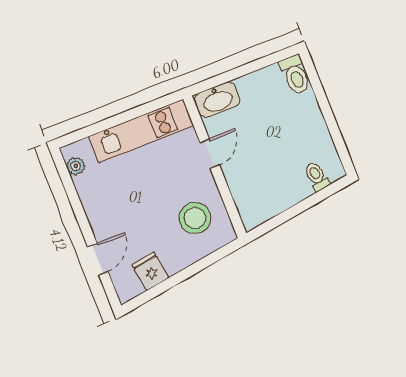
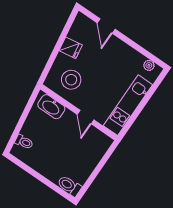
washbasin: (217, 100) -> (51, 107), moved, turned -90
fridge: (150, 271) -> (71, 48), moved

